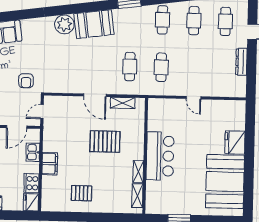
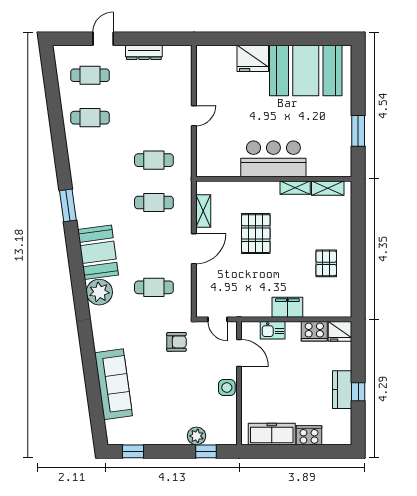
cafe table: (162, 20) -> (154, 287), moved

